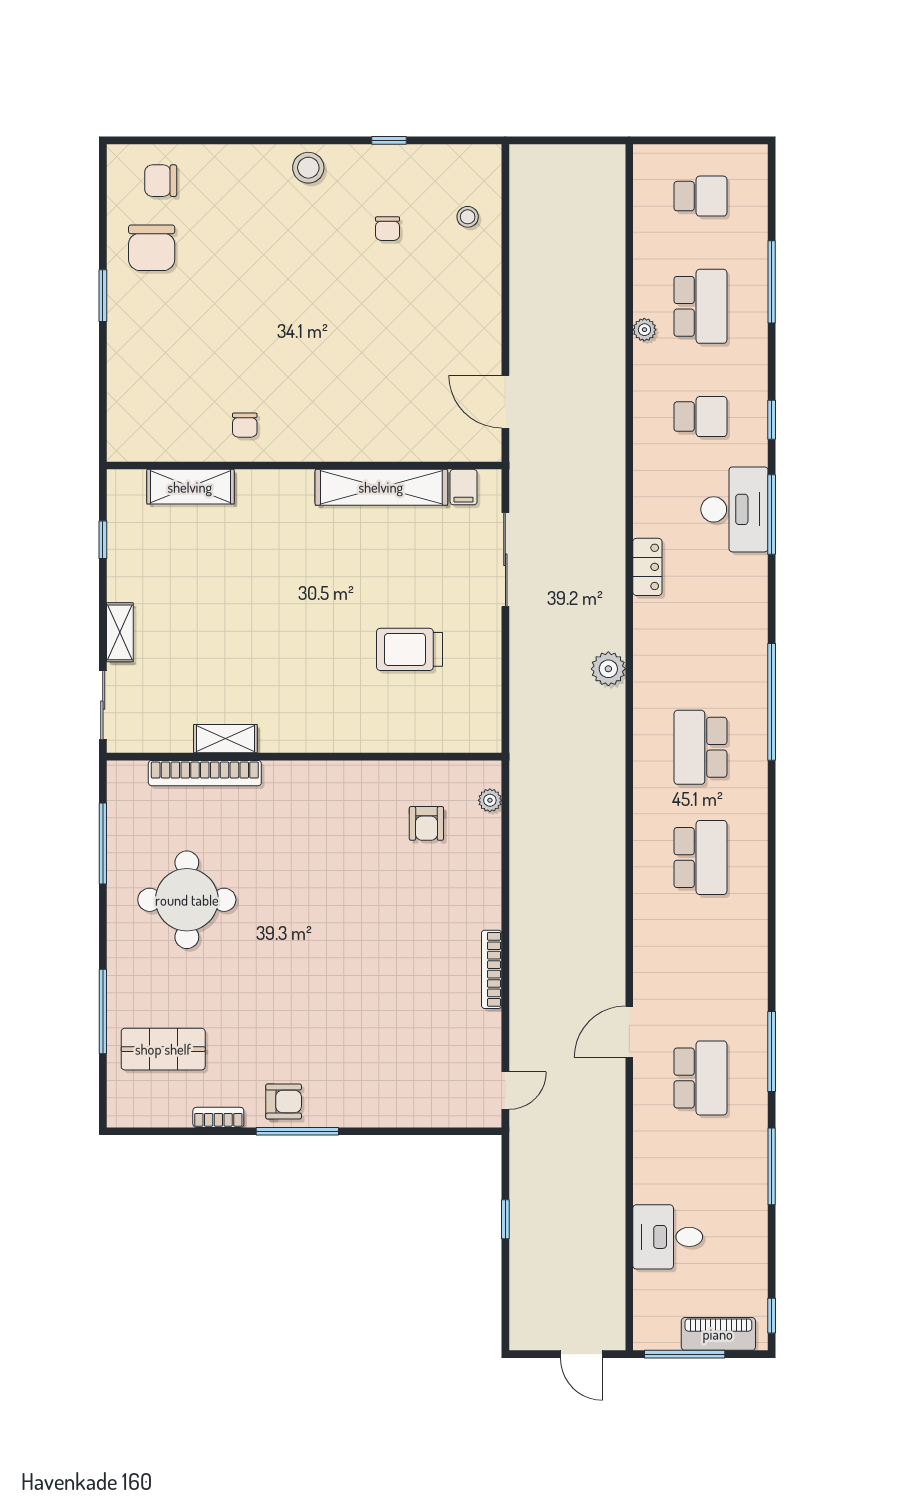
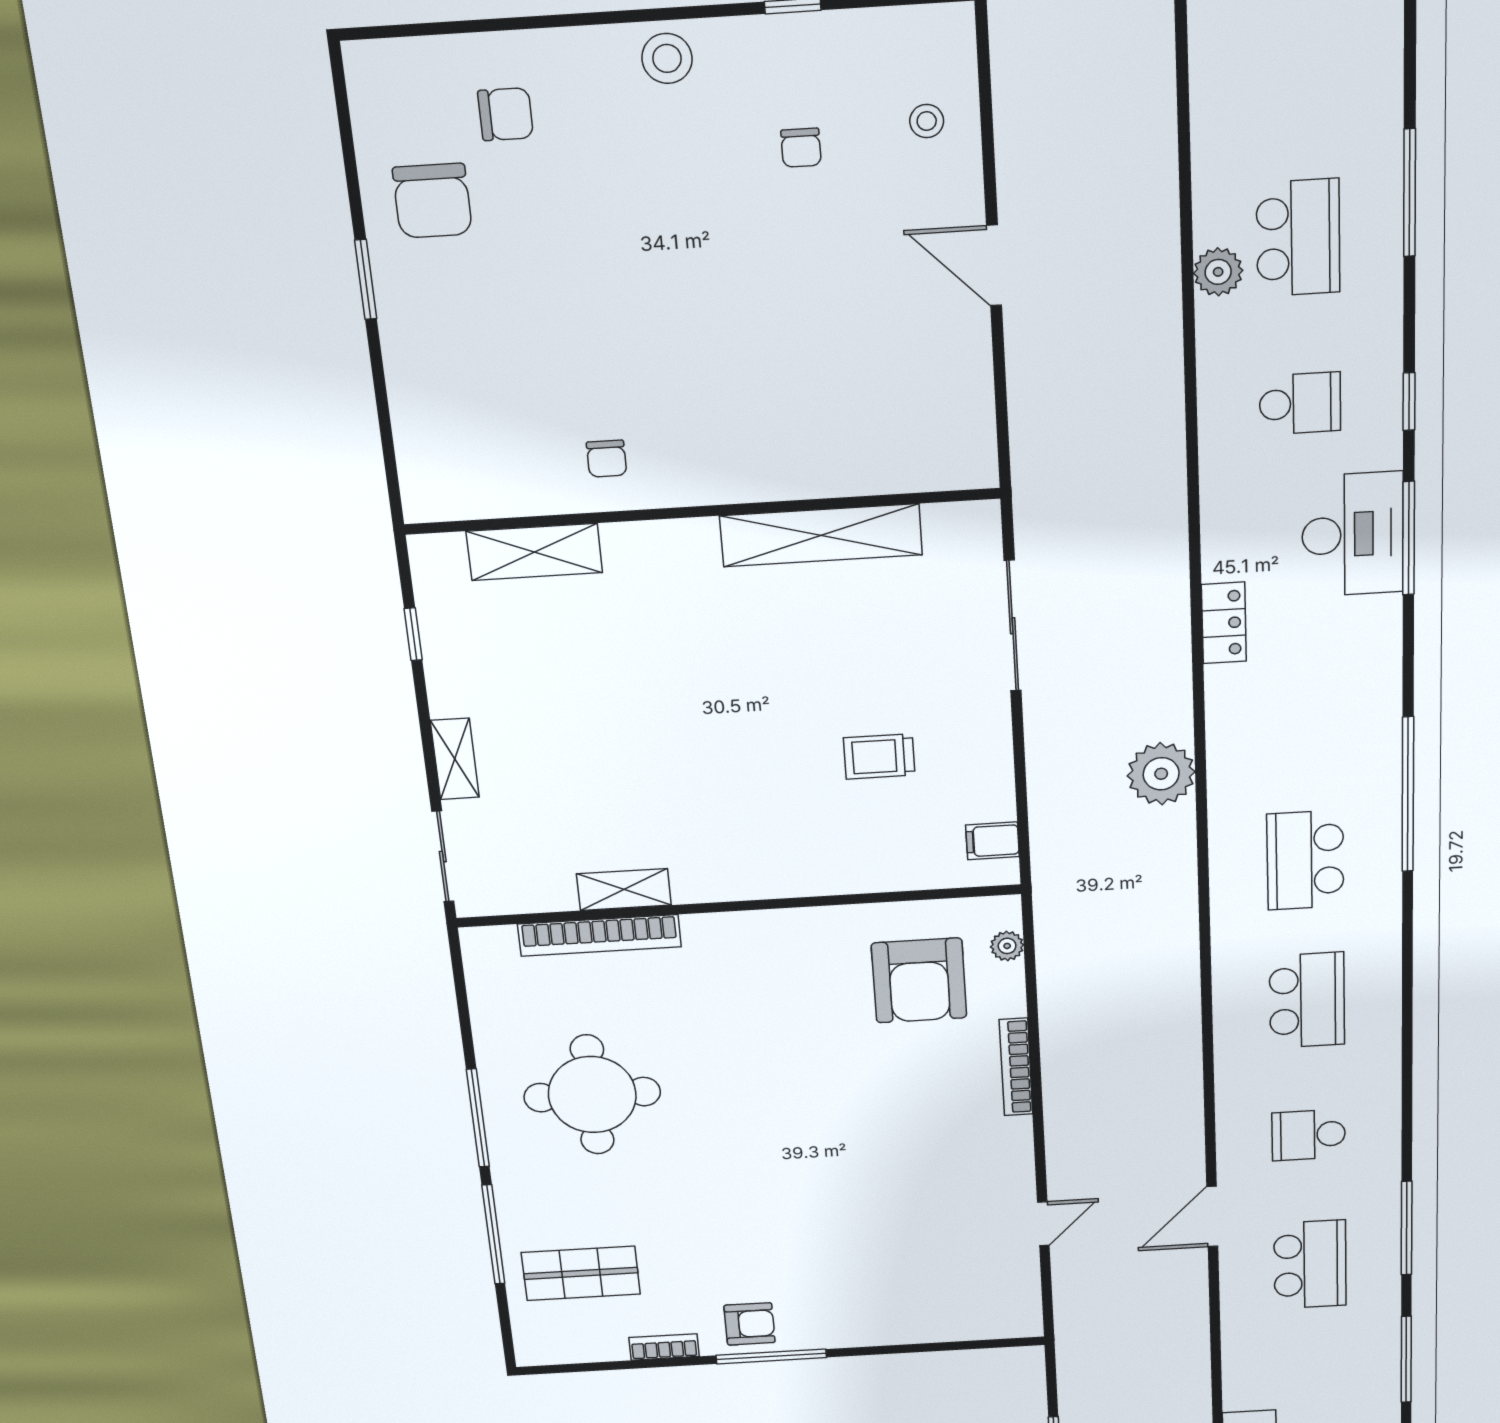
chair: (161, 181) -> (506, 114), moved, turned 180
school desk: (700, 196) -> (1309, 1135), moved, turned 180
plant: (644, 330) -> (1218, 272), width x1.37, depth x1.37
door: (505, 402) -> (994, 265), moved
filing cabinet: (464, 487) -> (992, 841), moved, turned 90
trolley: (410, 649) -> (879, 756), width x0.73, depth x0.72
plant: (608, 669) -> (1161, 774), width x1.36, depth x1.36
armchair: (426, 823) -> (919, 980), width x1.88, depth x1.88
window: (103, 843) -> (478, 1118), moved
bookcase: (492, 969) -> (1016, 1067), moved
door: (505, 1091) -> (1043, 1224), moved

